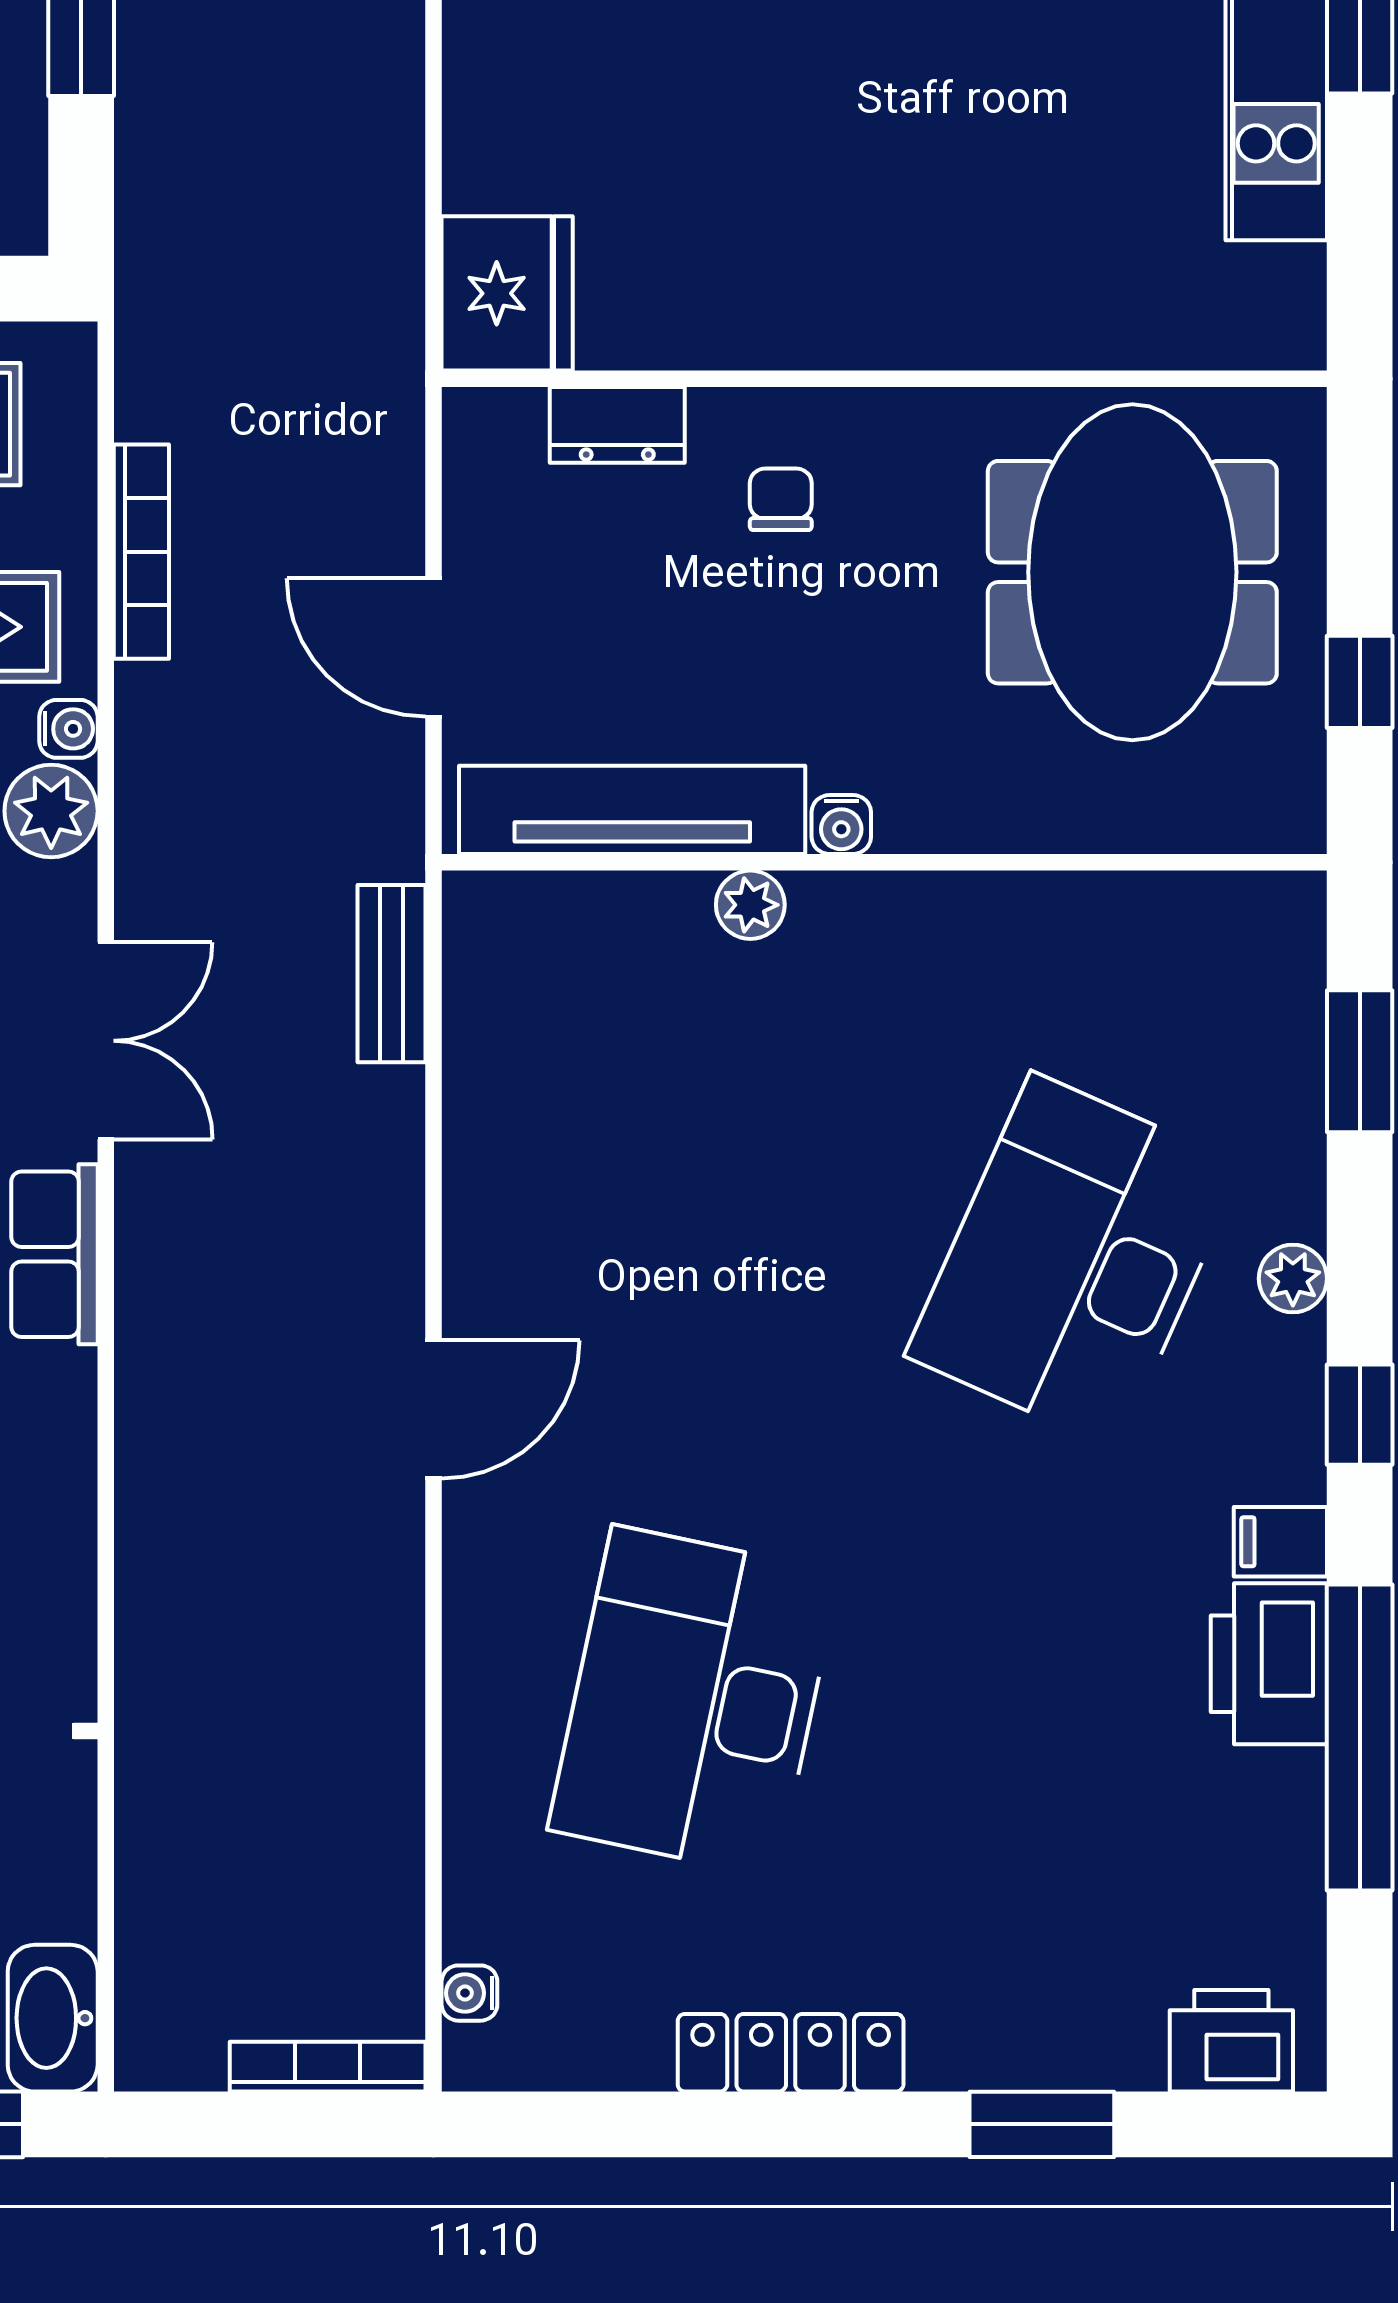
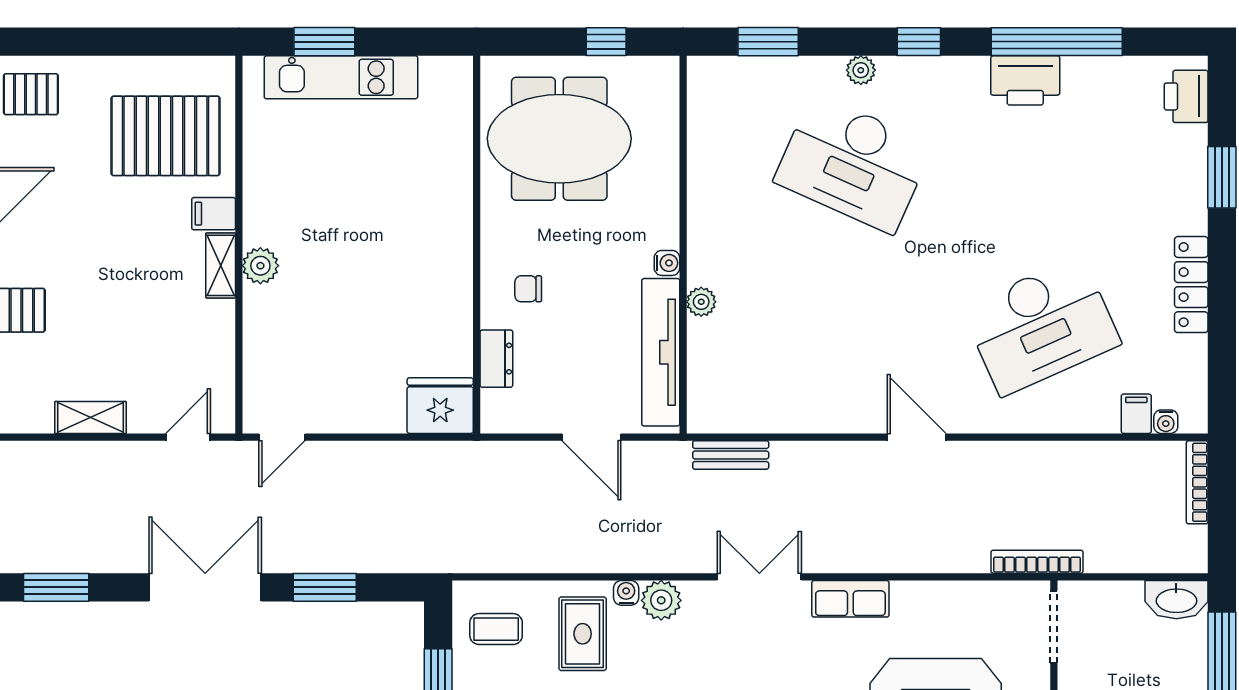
bookcase: (141, 552) -> (1037, 562), moved
door: (434, 647) -> (591, 437), hinge flipped
filing cabinet: (1280, 1542) -> (1136, 414), moved, turned 180
desk: (694, 1701) -> (1041, 326), turned -36

